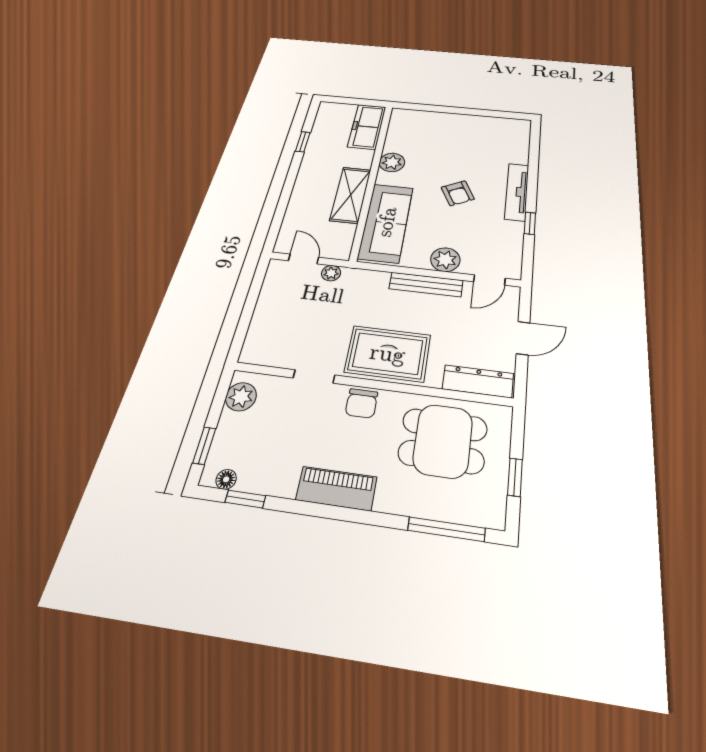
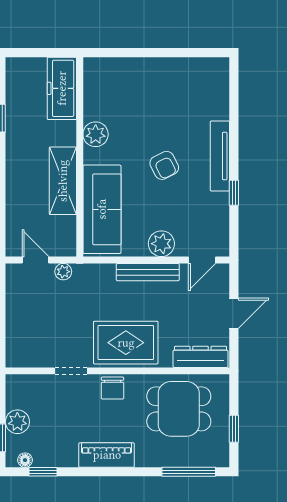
plant: (241, 397) -> (17, 422), moved

